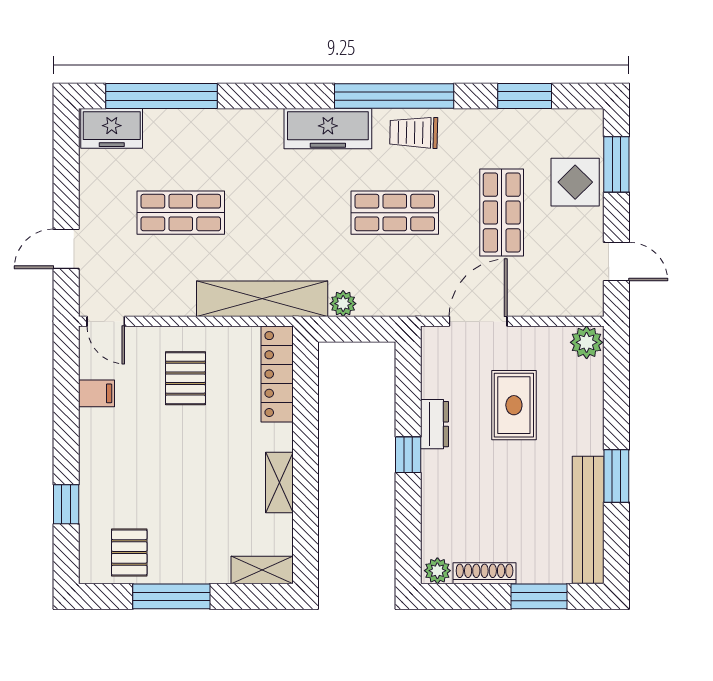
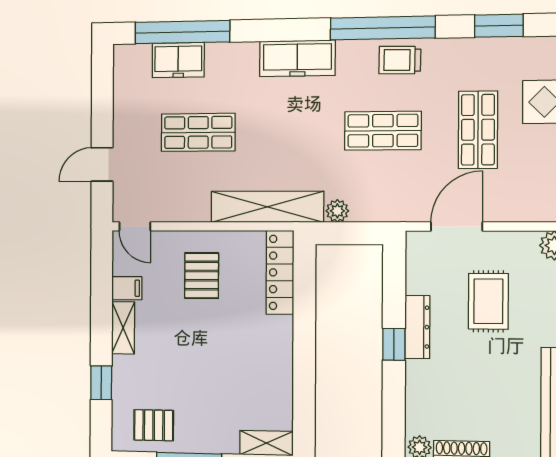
freezer: (112, 128) -> (178, 60), moved
freezer: (328, 129) -> (297, 58), moved
dresser: (434, 424) -> (417, 327), width x1.44
shelving: (279, 482) -> (123, 328), moved
pallet: (129, 552) -> (154, 425), turned 90

